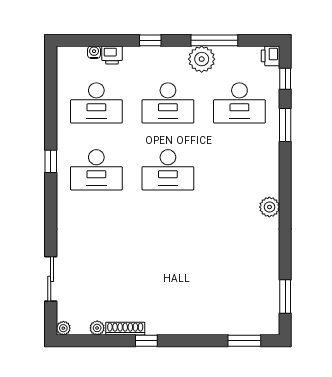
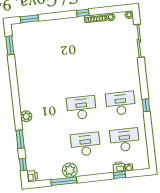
window: (150, 40) -> (119, 175), moved
desk: (239, 103) -> (46, 149), removed
plant: (269, 207) -> (26, 116), moved
sliding door: (51, 279) -> (139, 41), width x1.37

